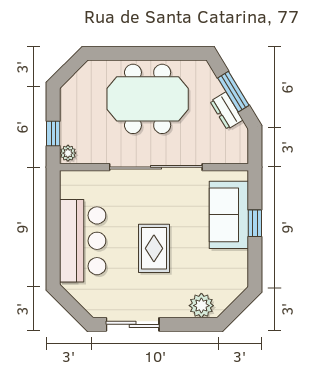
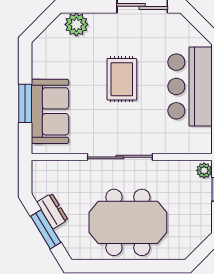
sliding door: (156, 167) -> (120, 157), width x0.73
window: (255, 223) -> (25, 103), width x1.50

